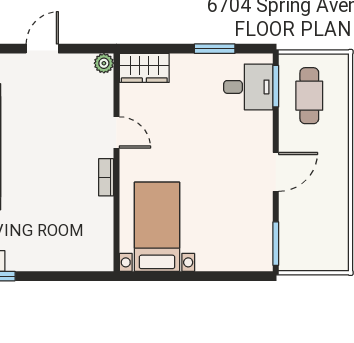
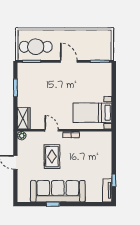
desk: (248, 87) -> (32, 73), removed
cafe table: (309, 96) -> (36, 47), width x1.37, depth x1.35
door: (116, 132) -> (52, 130), hinge flipped
rug: (56, 133) -> (52, 157), added

